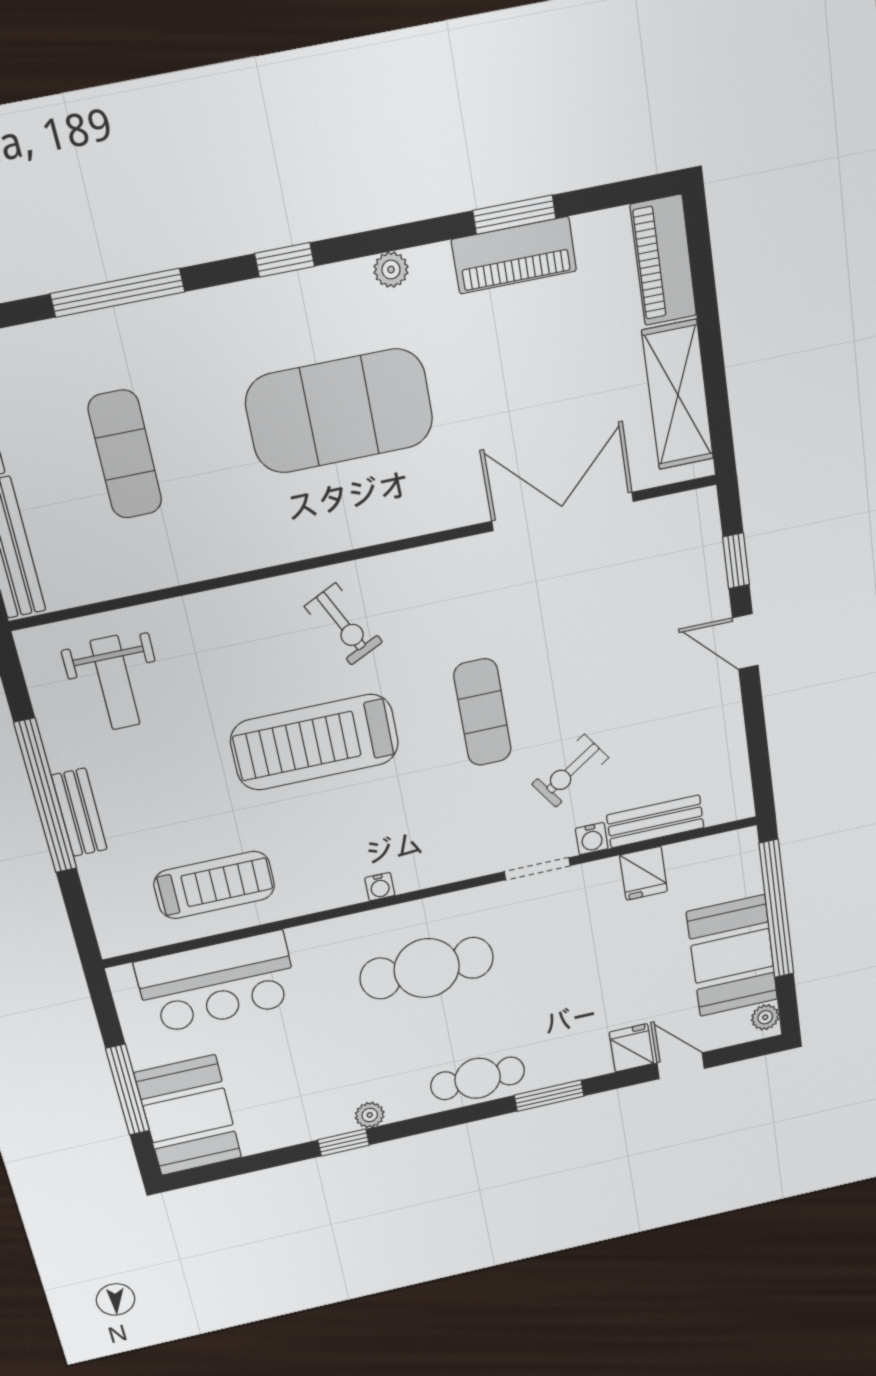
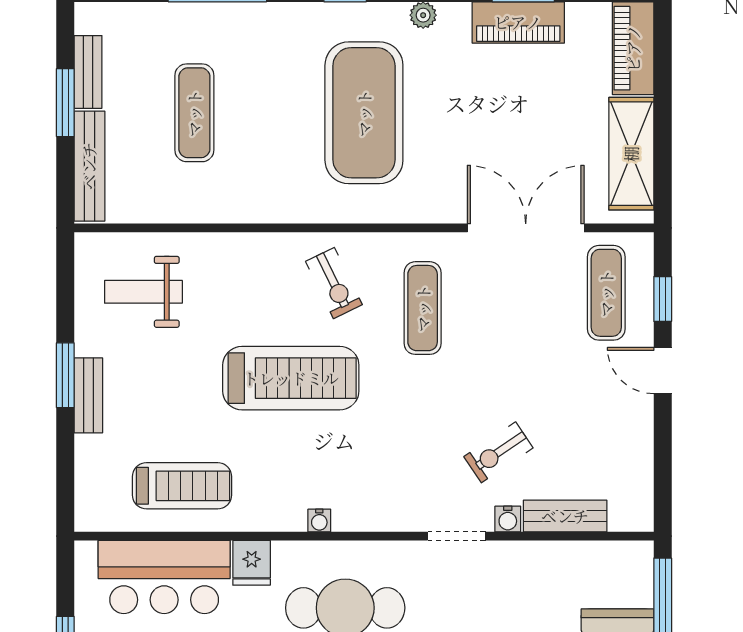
exercise mat: (340, 411) -> (364, 113), turned 90
exercise mat: (669, 567) -> (606, 293), added
weight bench: (115, 683) -> (143, 292), turned 90
exercise mat: (483, 712) -> (423, 308), moved
treadmill: (315, 742) -> (291, 378), turned 180
window: (46, 796) -> (65, 375), width x0.47
fridge: (644, 873) -> (252, 563), moved

